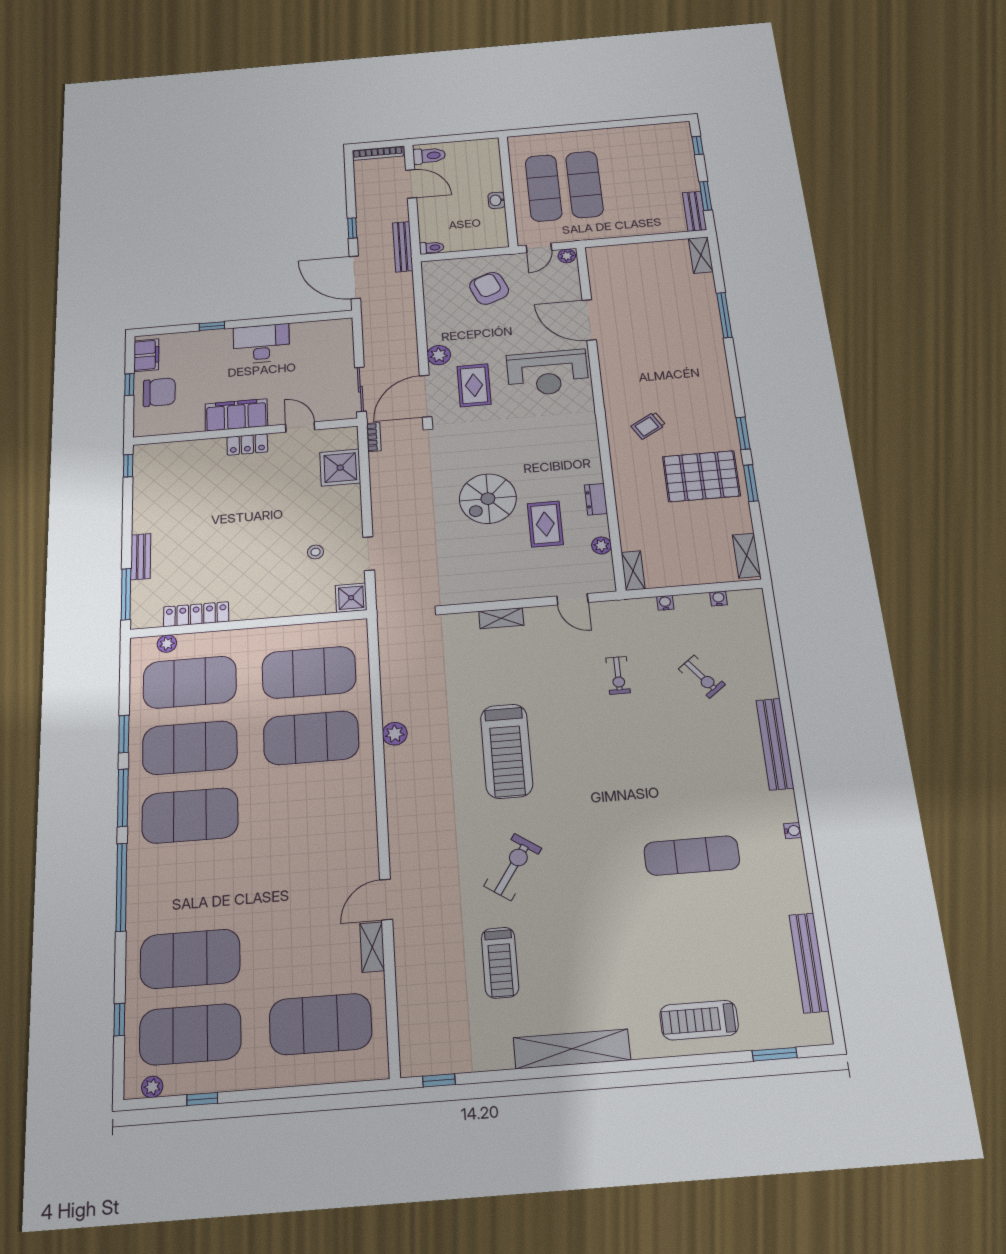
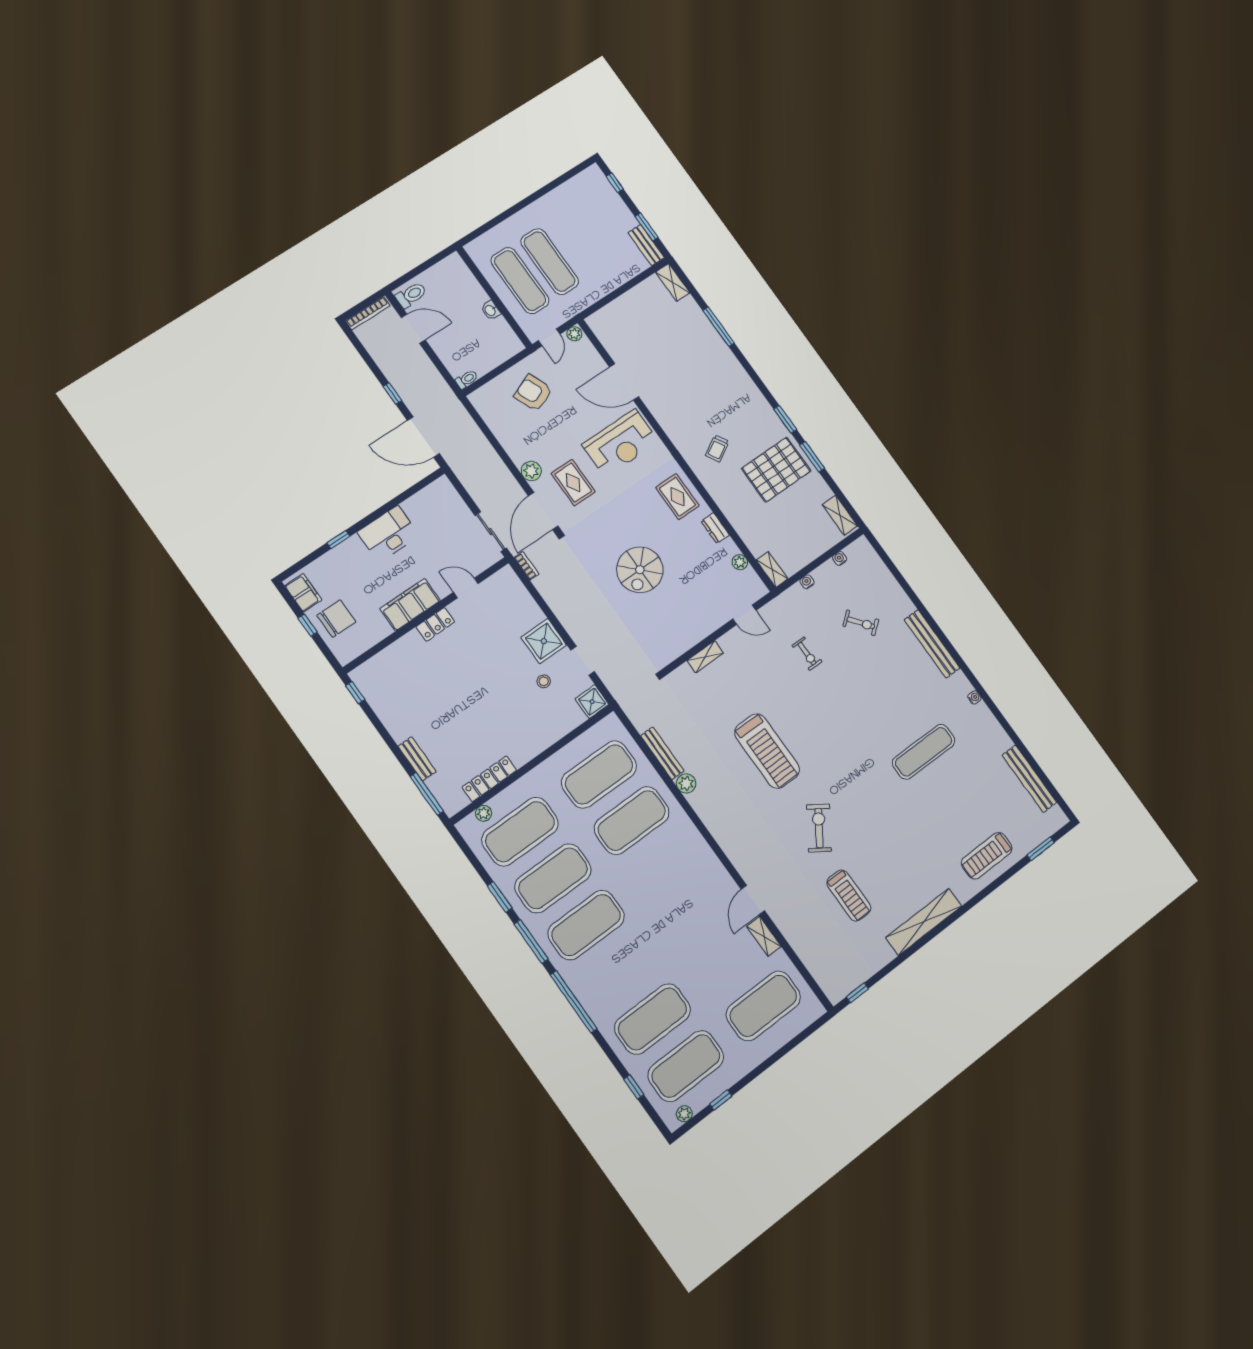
bench: (403, 247) -> (662, 753), moved
shower: (340, 468) -> (544, 641), moved
rug: (545, 524) -> (677, 497), moved

